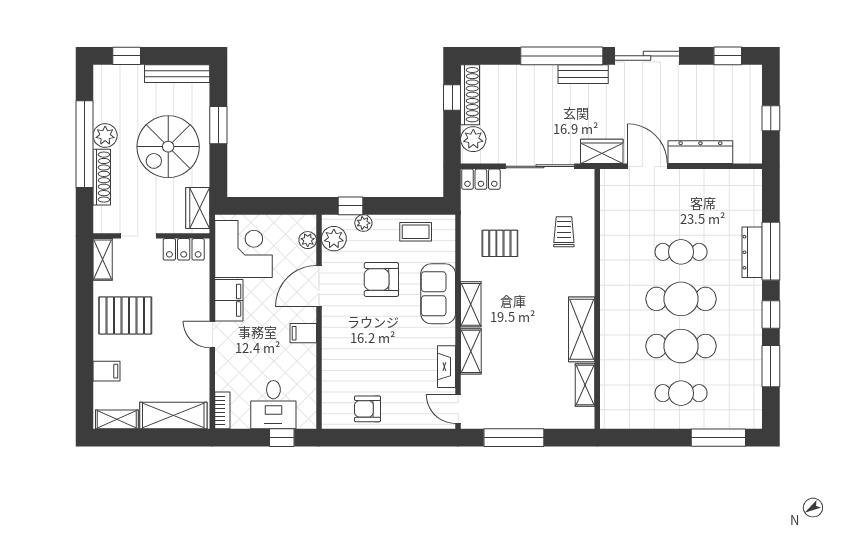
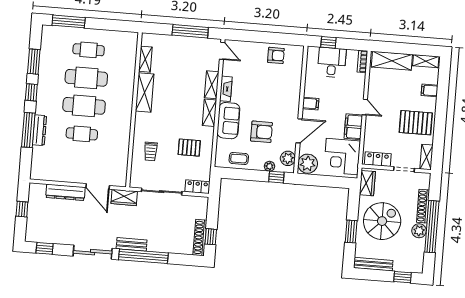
plant: (473, 139) -> (200, 211), removed
plant: (308, 240) -> (308, 164), width x1.88, depth x1.88
fireplace: (447, 367) -> (226, 89), moved

